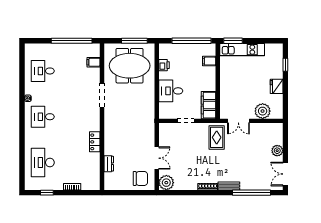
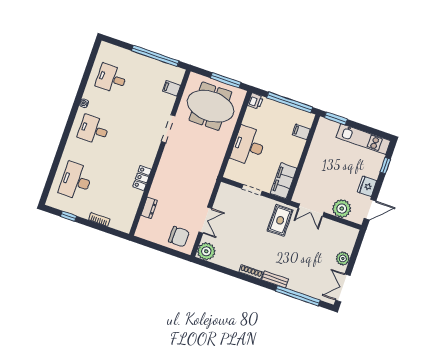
kitchen unit: (242, 50) -> (363, 139), moved
printer: (164, 65) -> (255, 101), moved
desk: (171, 91) -> (248, 146), width x1.37
door: (285, 104) -> (370, 210), added

